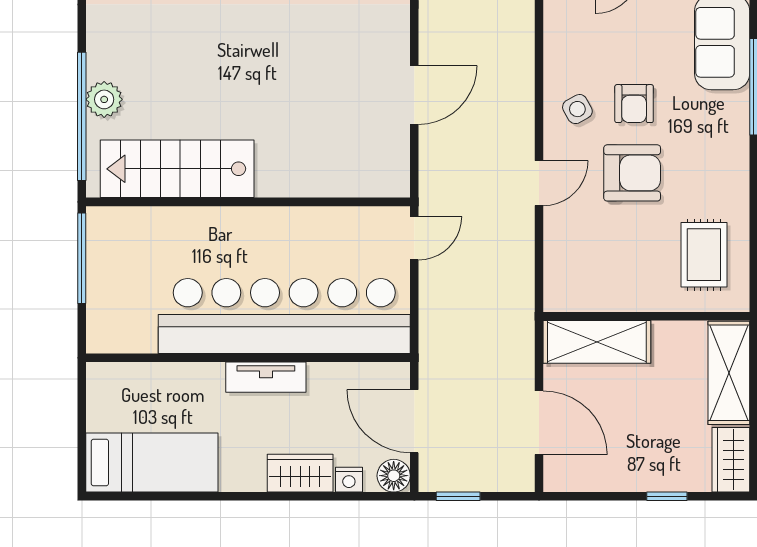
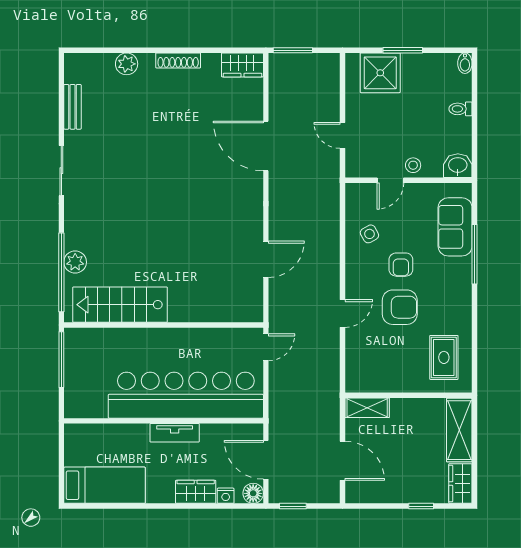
side table: (577, 109) -> (369, 234), moved
shelving: (597, 342) -> (367, 408), width x0.67, depth x0.75

